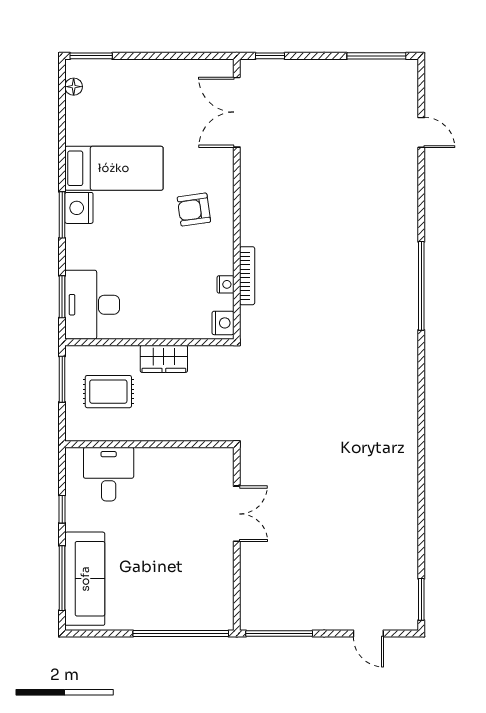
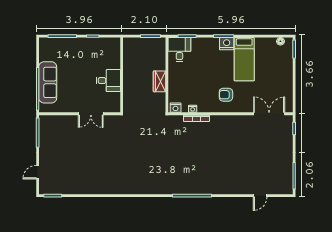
armchair: (194, 209) -> (226, 95), turned -82
desk: (92, 305) -> (179, 50), width x0.73
rug: (108, 392) -> (145, 57), removed
desk: (109, 474) -> (108, 81), moved
sofa: (85, 579) -> (48, 82), moved, turned -90

